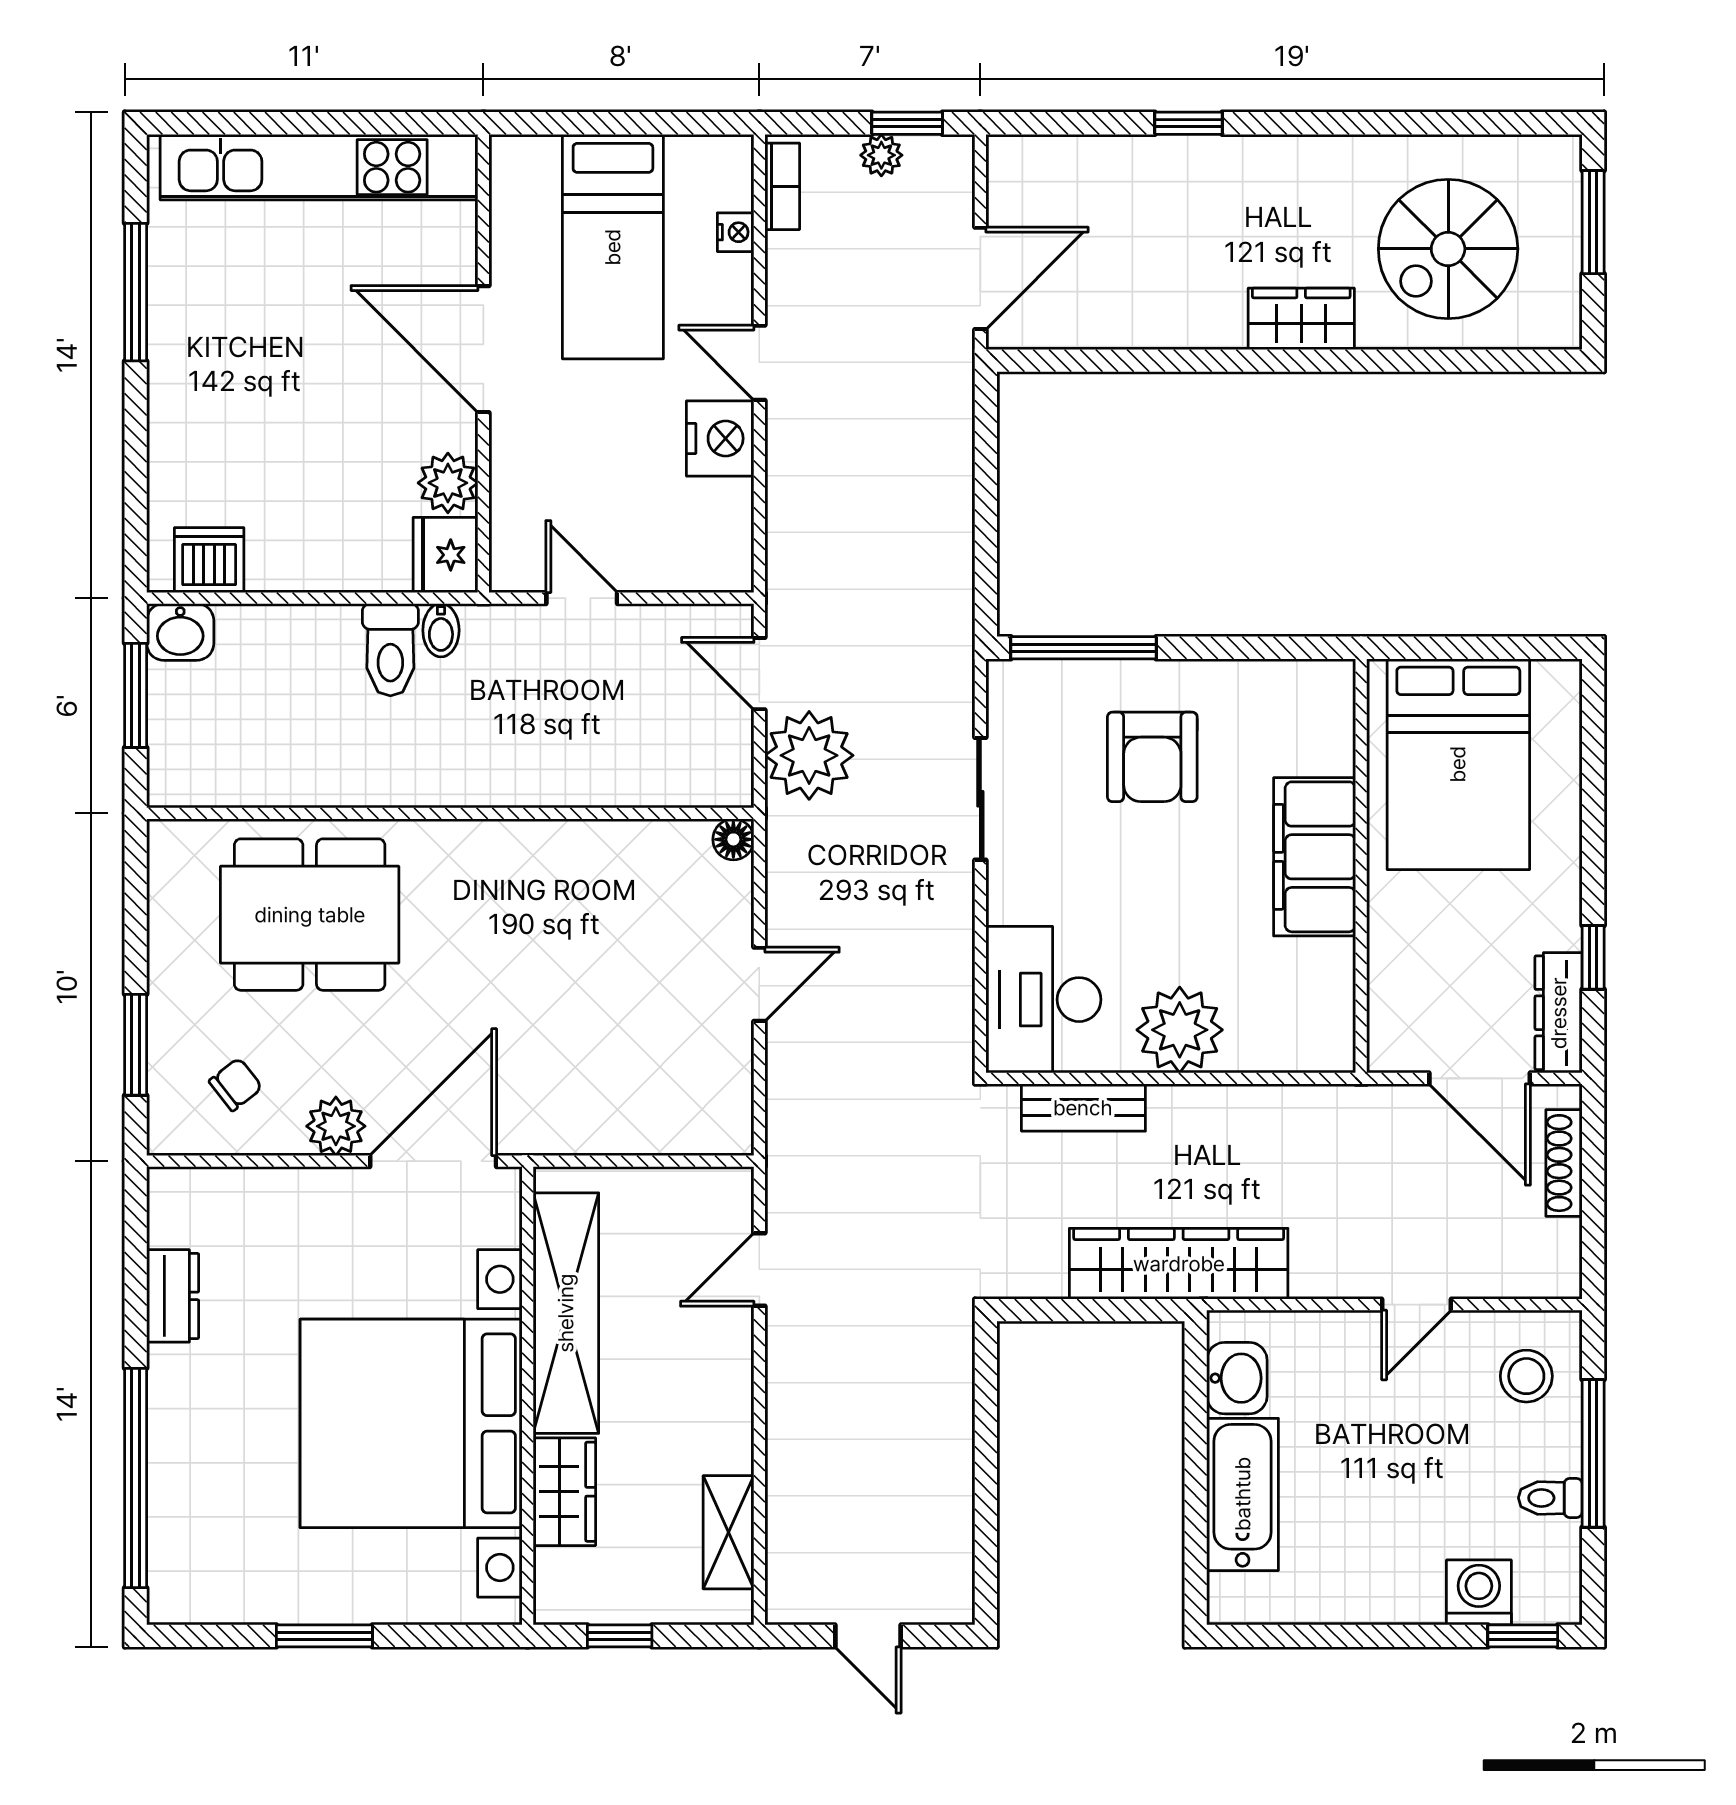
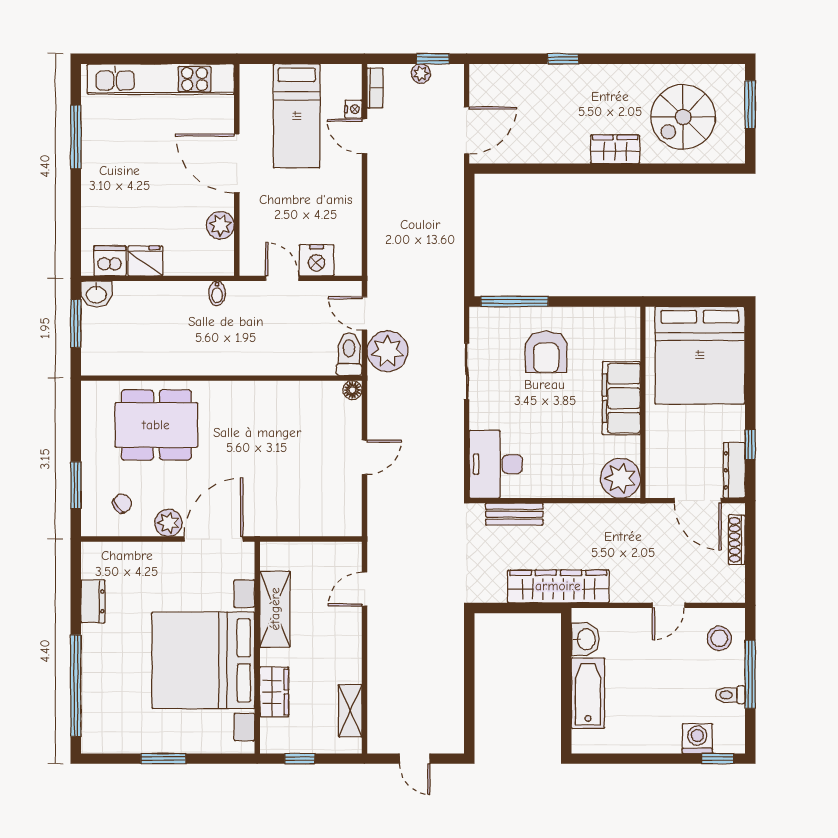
door: (759, 363) -> (364, 136), moved
nightstand: (720, 438) -> (317, 260), moved, turned 90
fridge: (446, 555) -> (145, 261), moved, turned 90
toilet: (390, 650) -> (349, 354), moved, turned 180
bed: (1458, 764) -> (700, 355), width x1.36
plant: (1180, 1030) -> (620, 478), moved
shelving: (566, 1313) -> (275, 609), width x0.68

